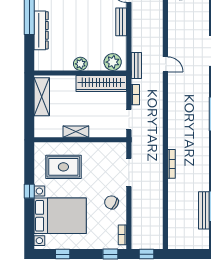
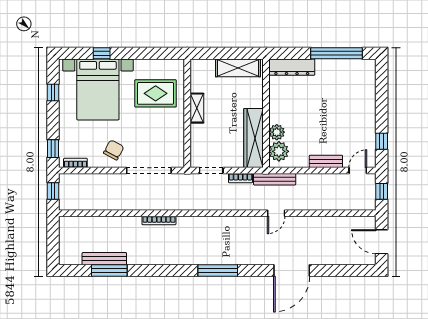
dresser: (41, 30) -> (292, 67), moved
plant: (80, 64) -> (277, 132), moved
bench: (136, 66) -> (275, 179), width x1.36
rug: (63, 167) -> (156, 93), turned 90
doorway: (129, 172) -> (149, 170), width x1.36
window: (29, 191) -> (102, 53), moved

